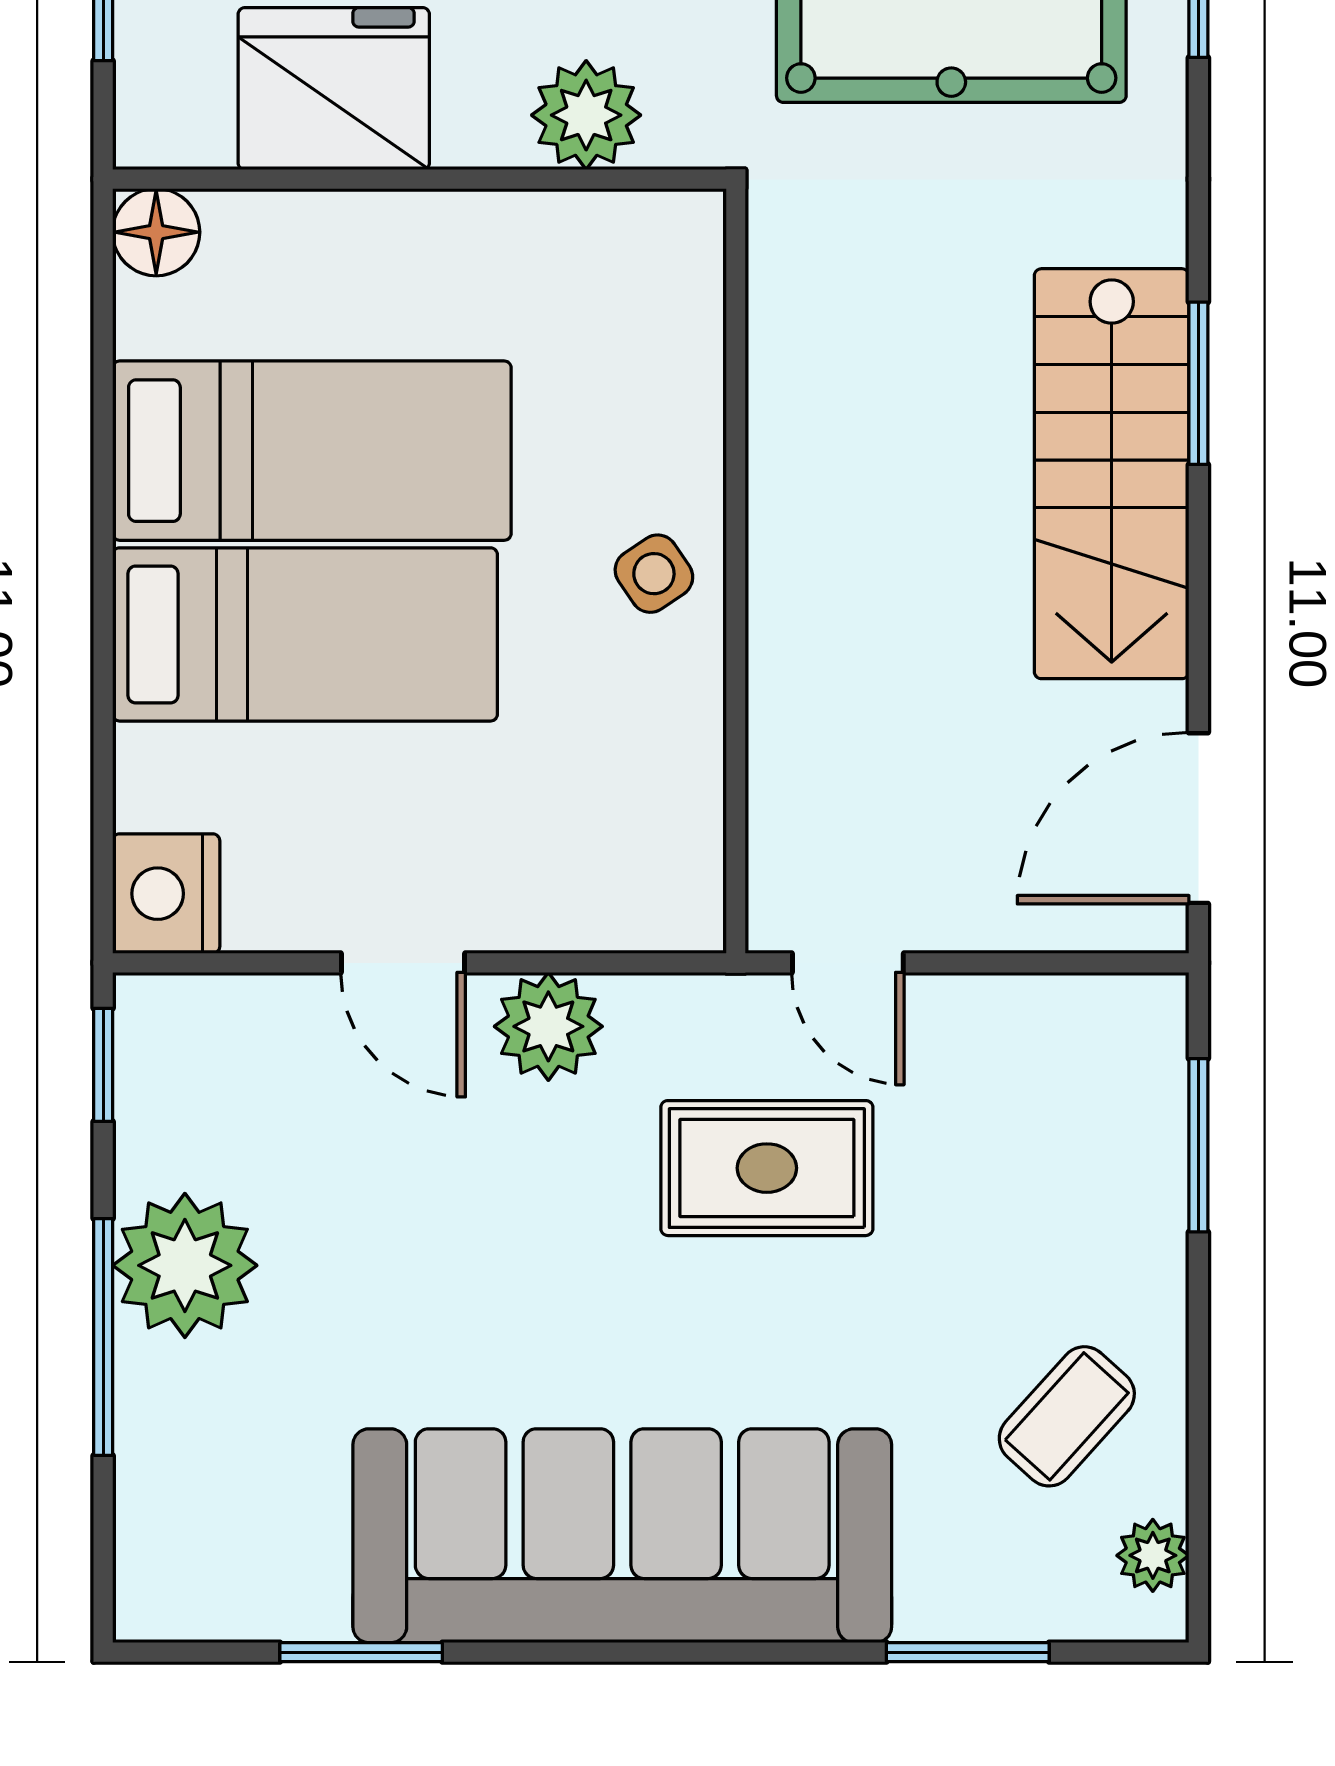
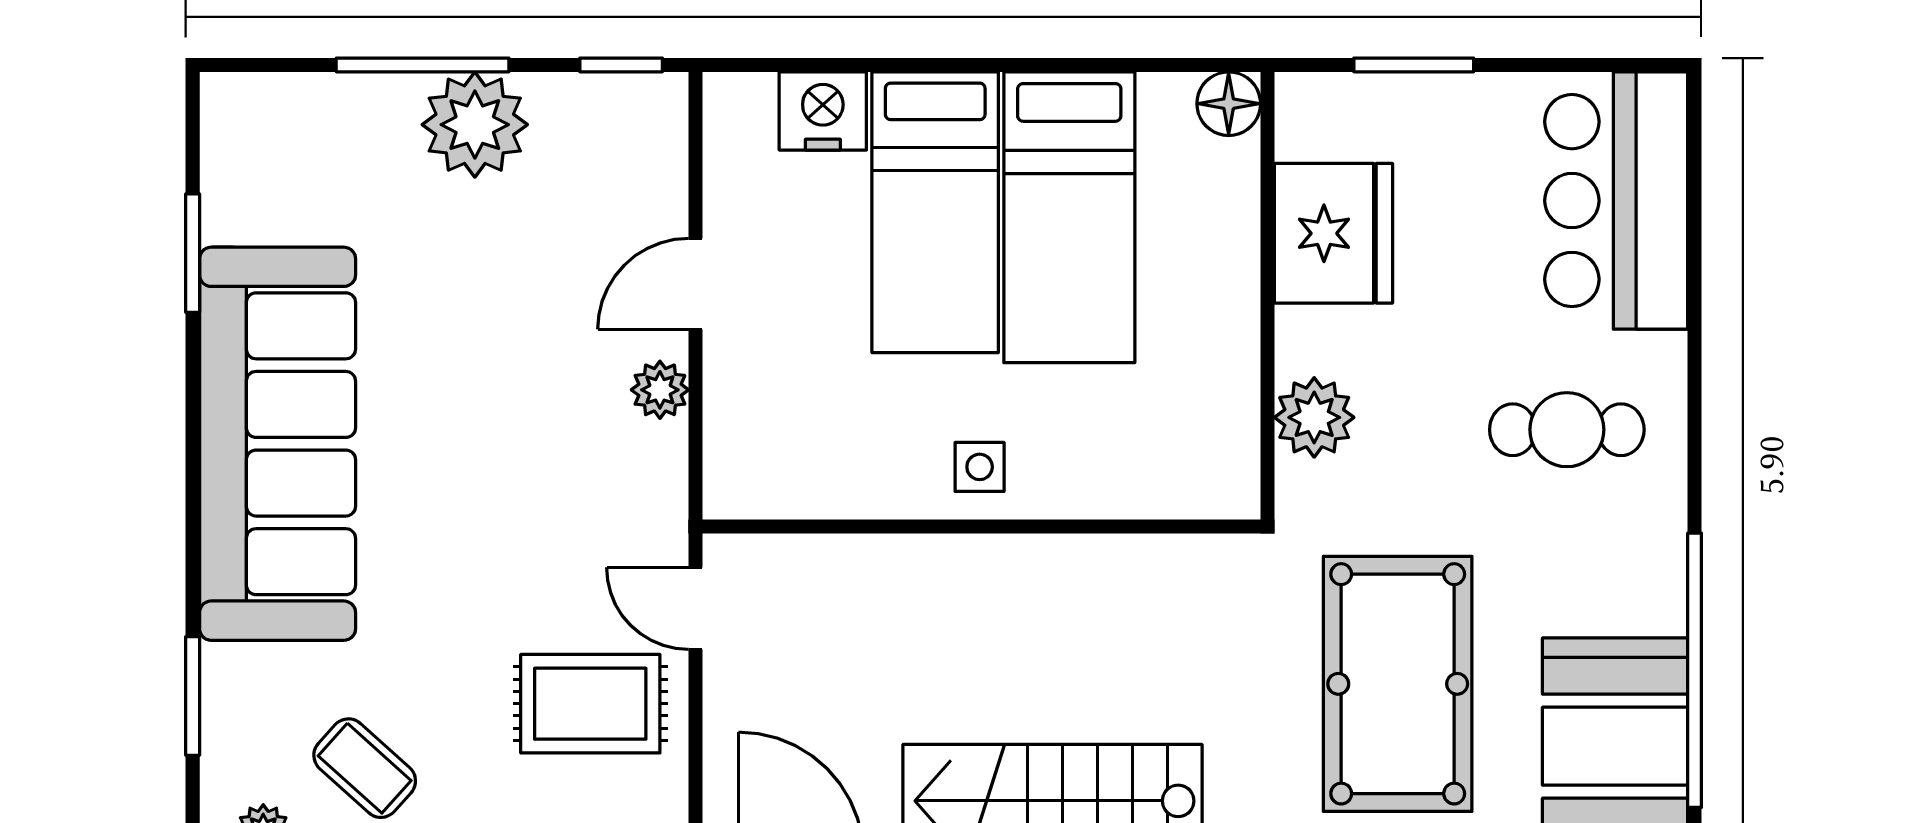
side table: (654, 574) -> (980, 467), turned 34
nightstand: (166, 894) -> (823, 111), moved
door: (848, 963) -> (696, 608), hinge flipped
plant: (548, 1026) -> (660, 390), width x0.73, depth x0.73
rug: (767, 1168) -> (590, 704), moved, turned 90

